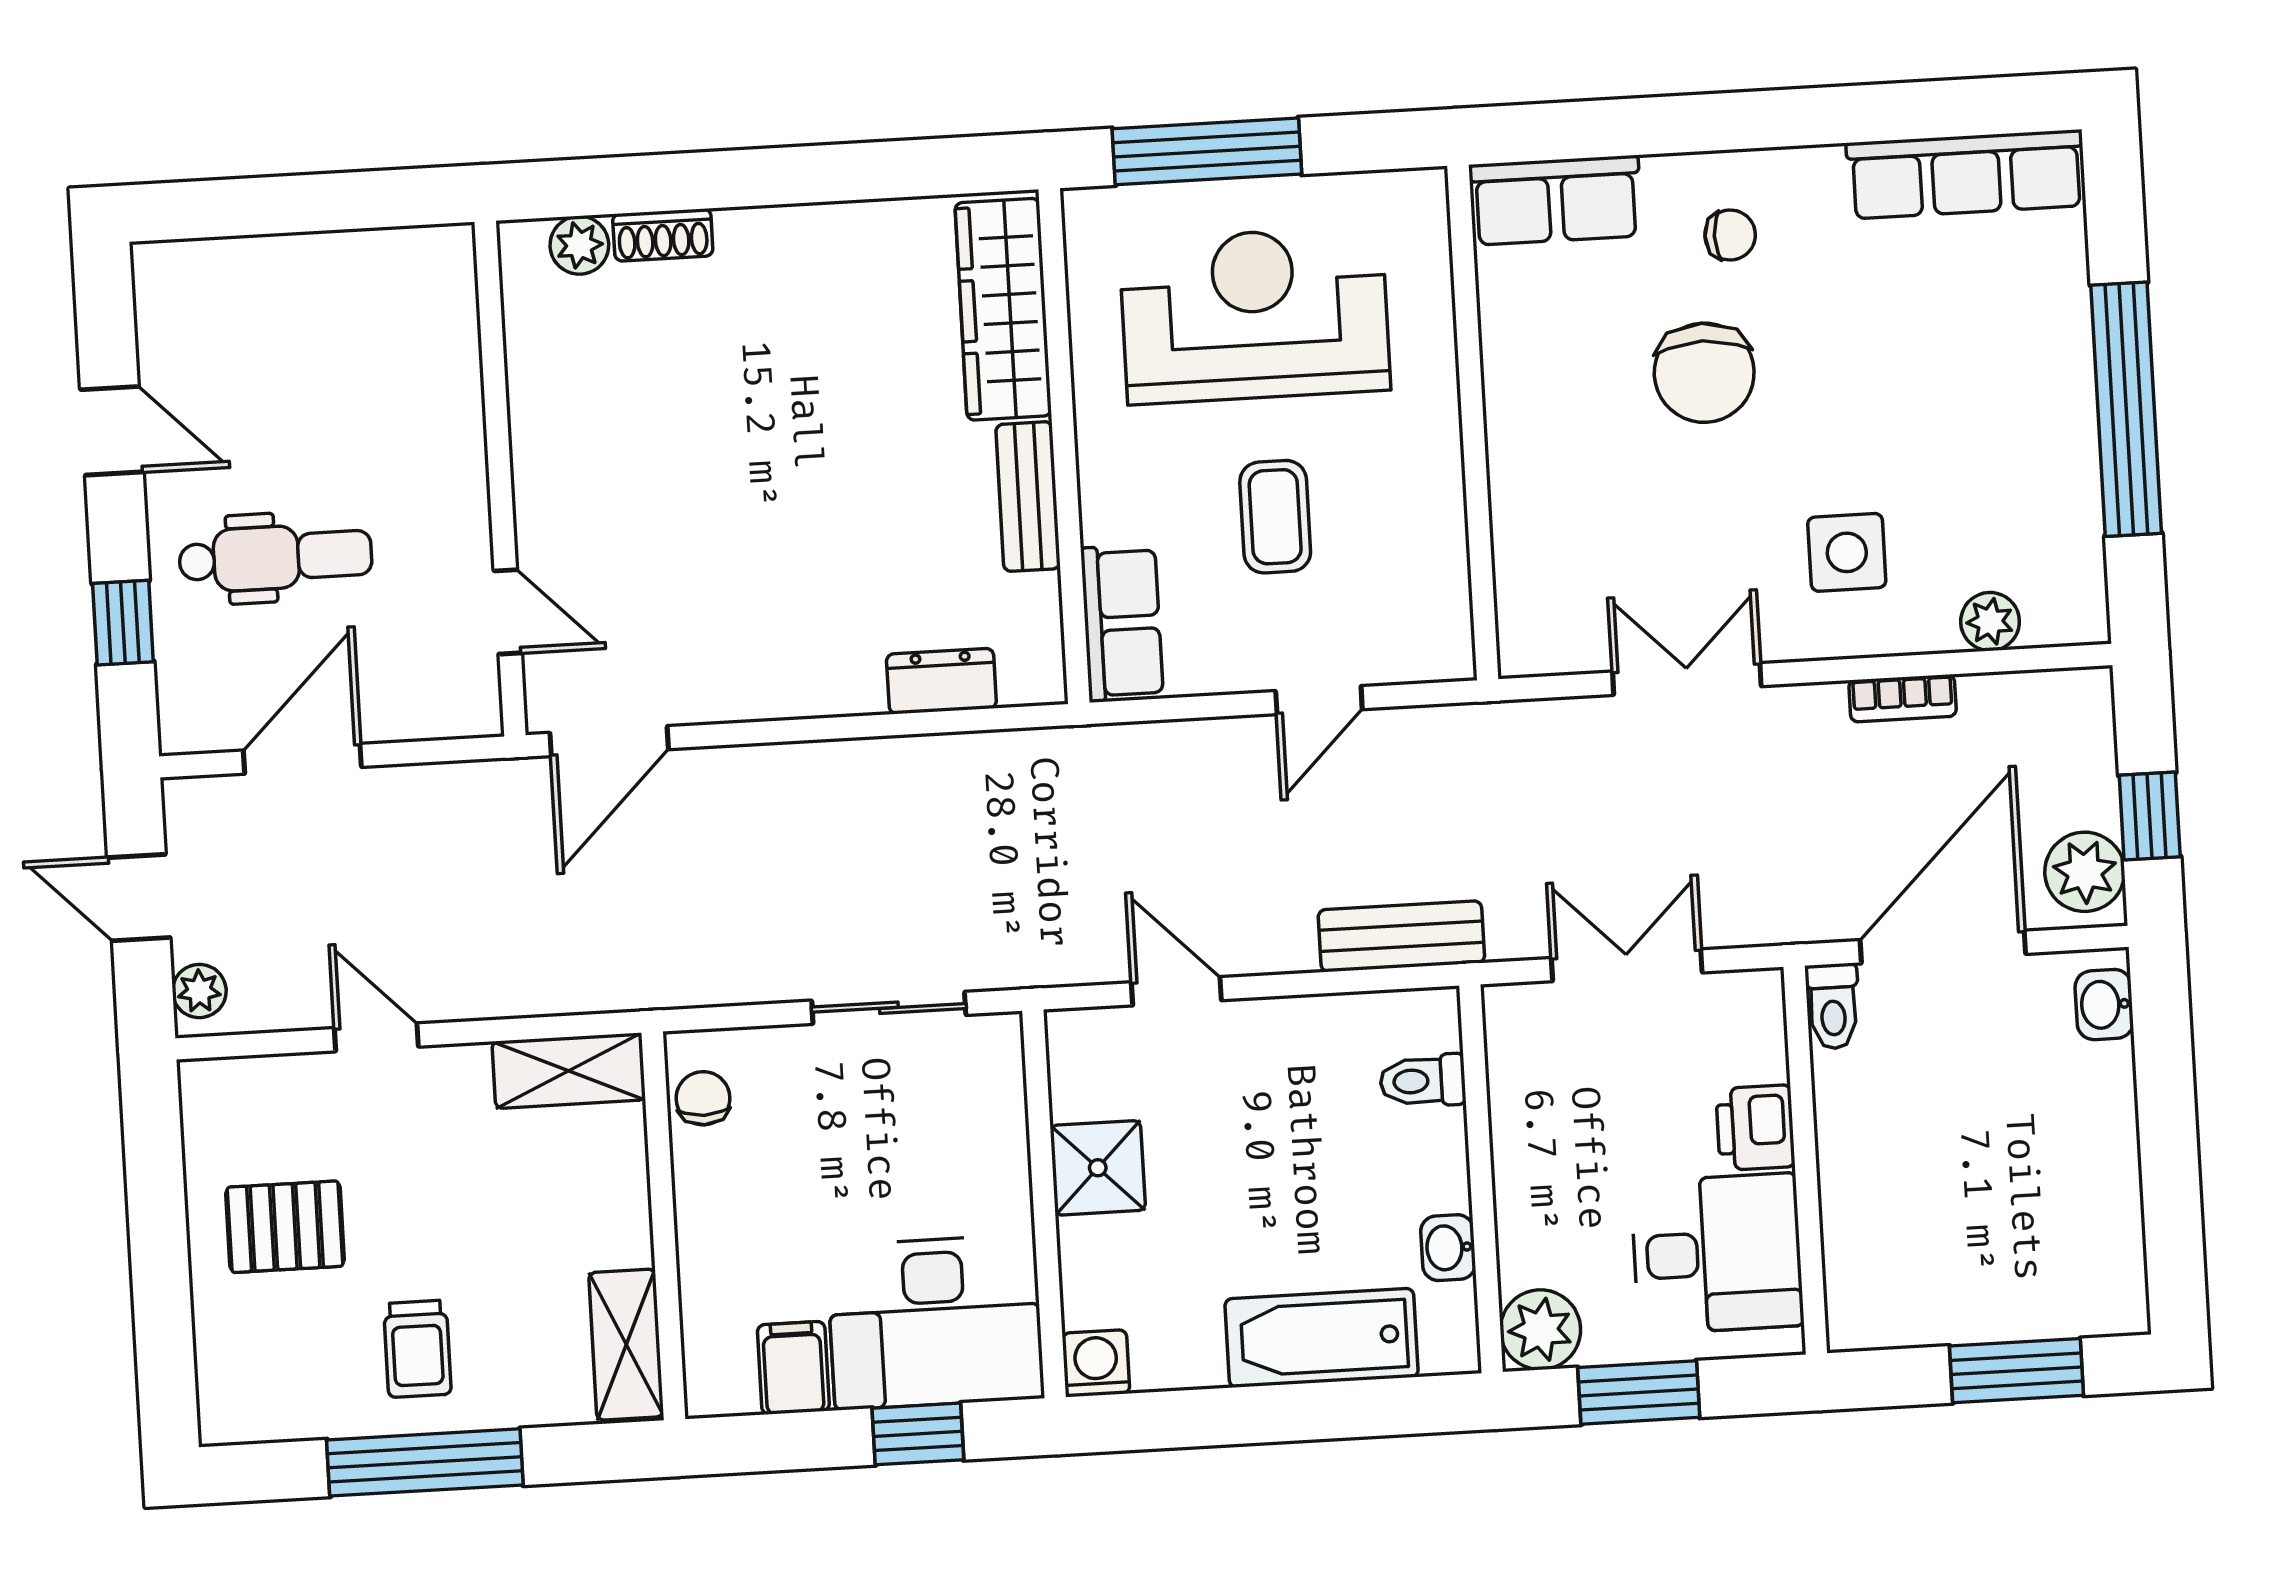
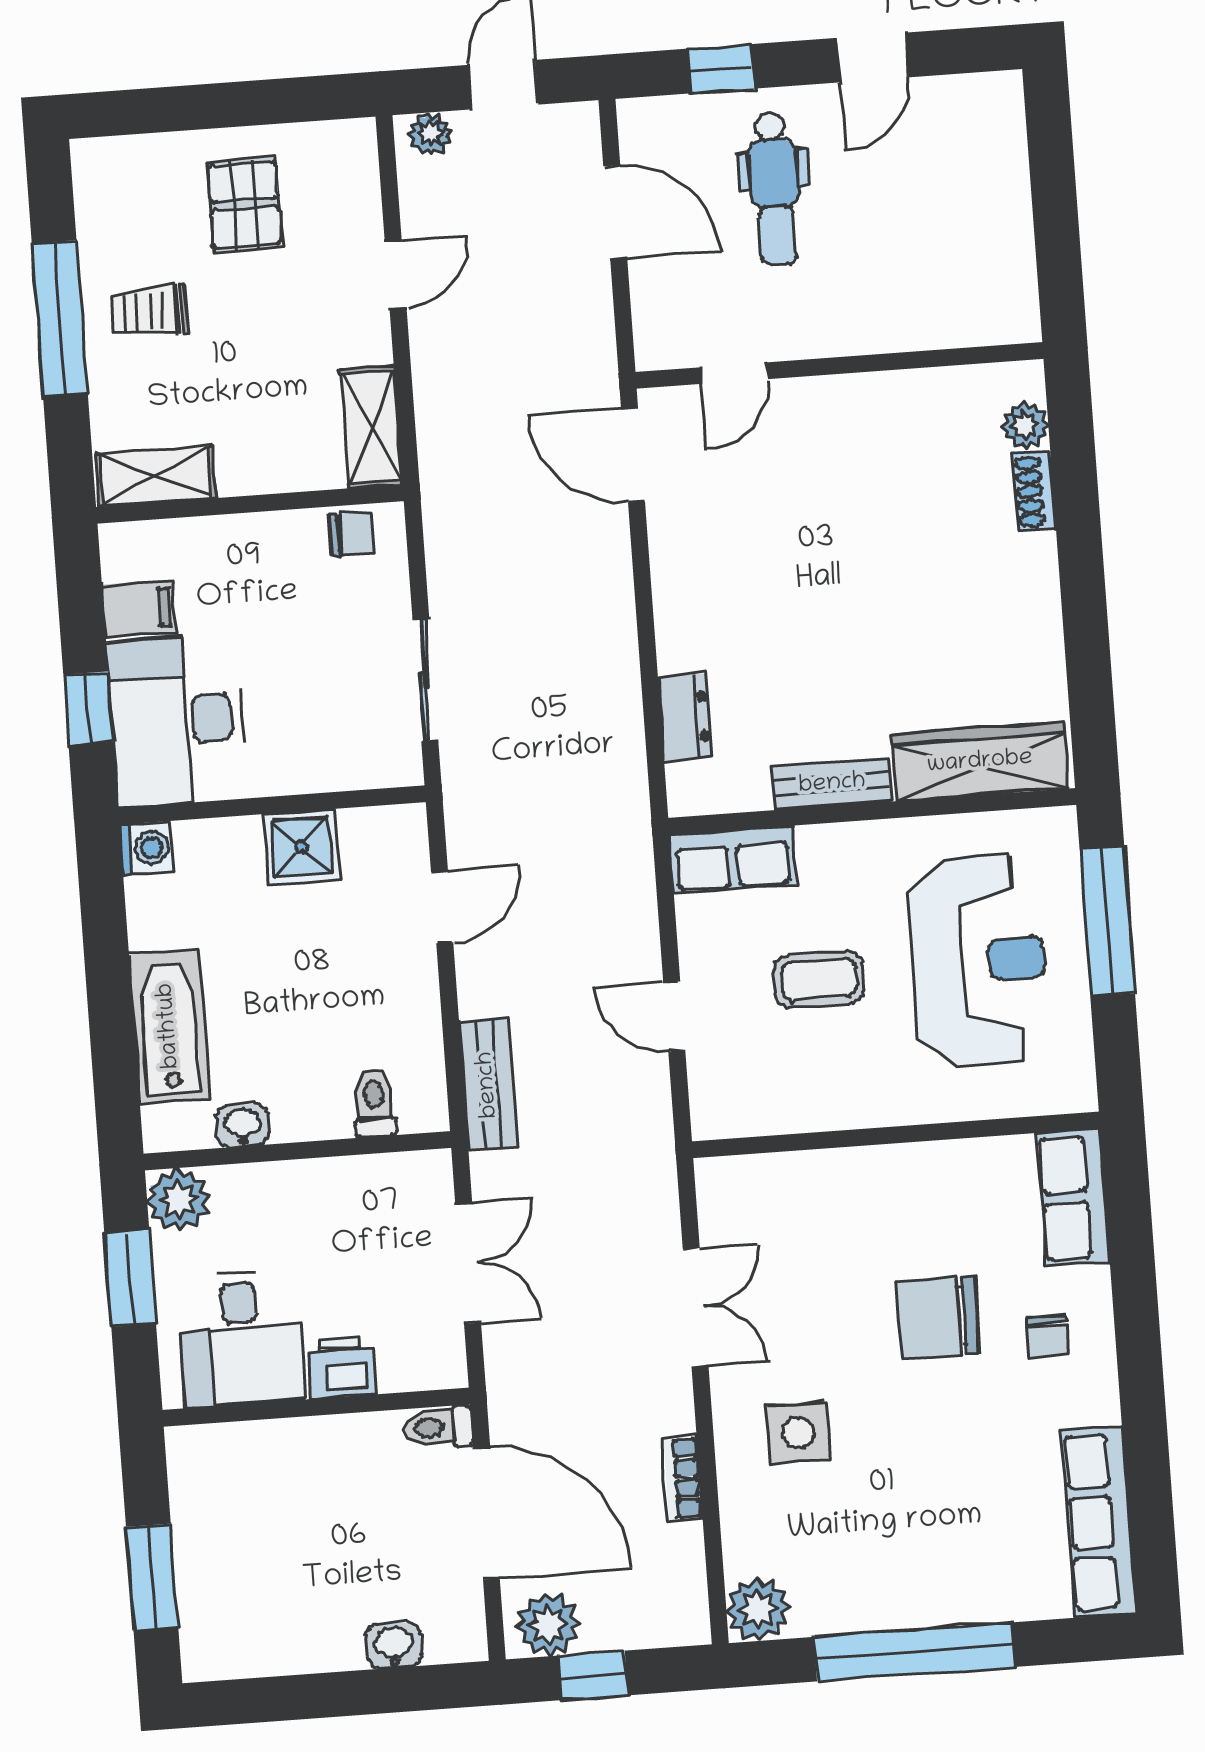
plant: (1990, 622) -> (758, 1609), moved, width x1.38, depth x1.38
washbasin: (2104, 1005) -> (394, 1645), moved

